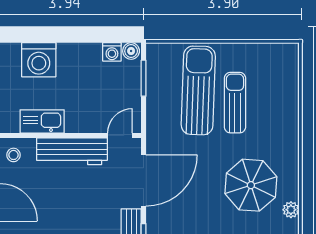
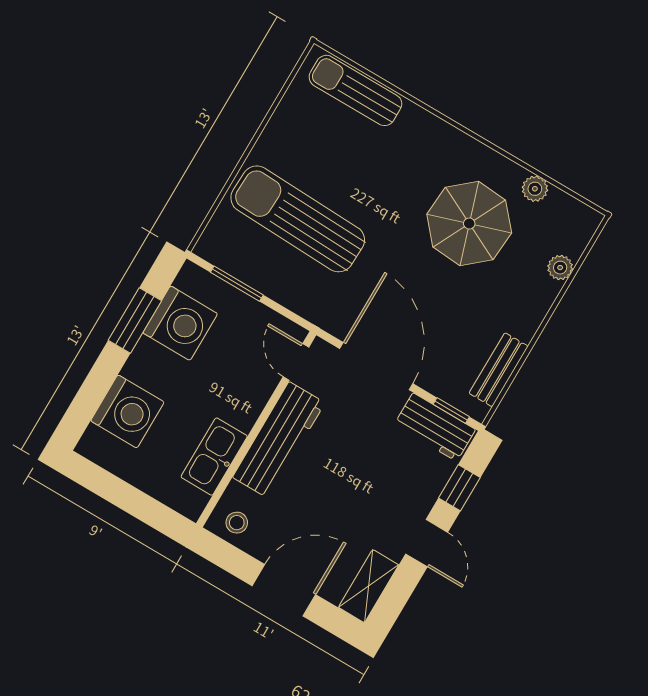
window: (91, 35) -> (135, 320), added
boiler: (131, 51) -> (190, 279), removed
washing machine: (112, 52) -> (180, 323), width x1.89, depth x1.89
sun lounger: (235, 103) -> (355, 90), moved

